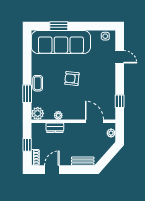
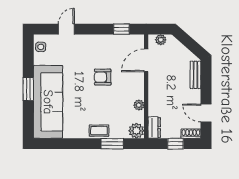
window: (59, 26) -> (28, 89), moved
armchair: (72, 79) -> (103, 77), moved, turned 84
dresser: (55, 128) -> (154, 128), moved

